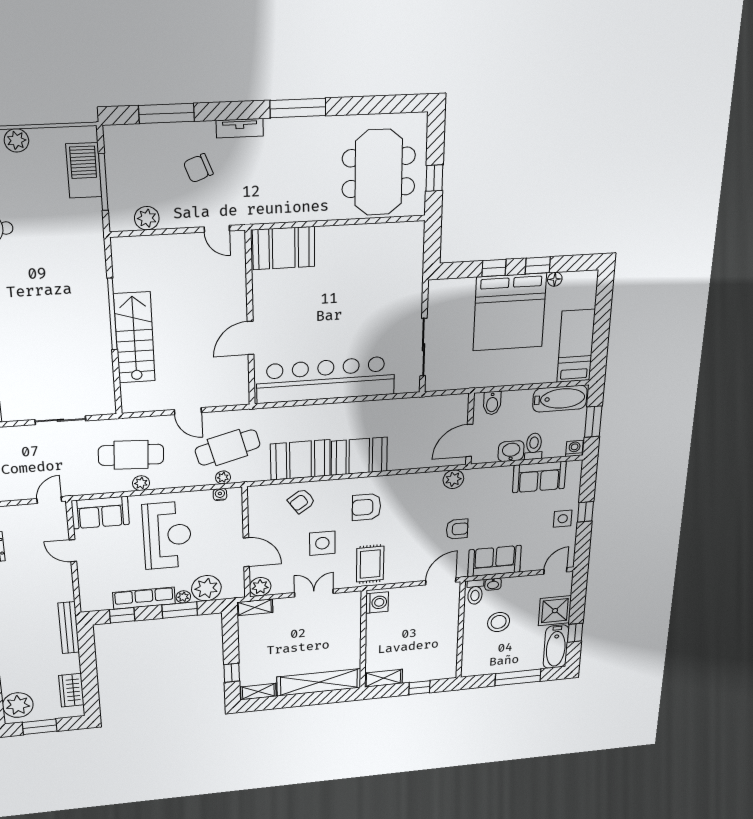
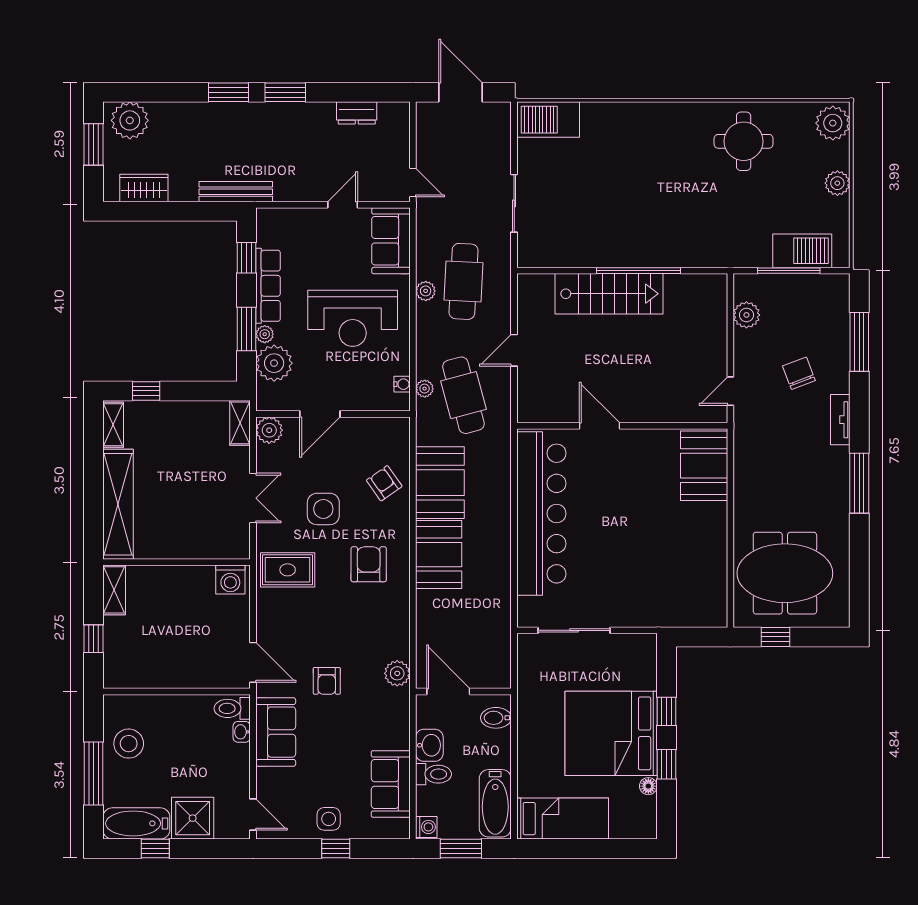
stool: (499, 622) -> (129, 744), moved

